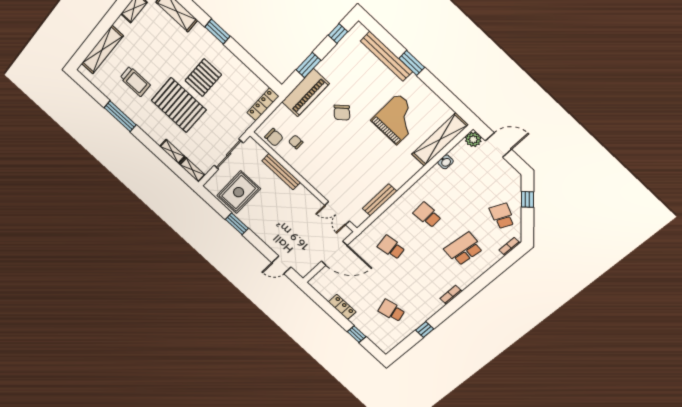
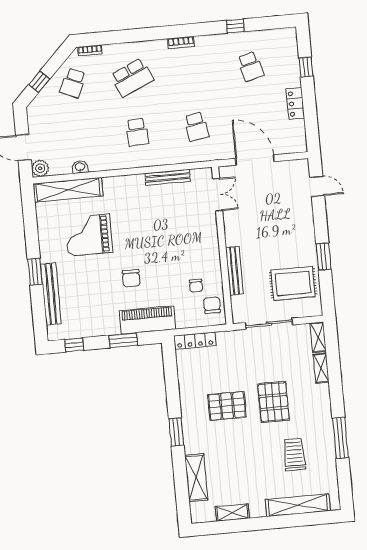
pallet: (179, 105) -> (274, 402), width x0.73, depth x0.71
chair: (342, 113) -> (131, 278), turned 134
school desk: (463, 249) -> (132, 77), turned -30

